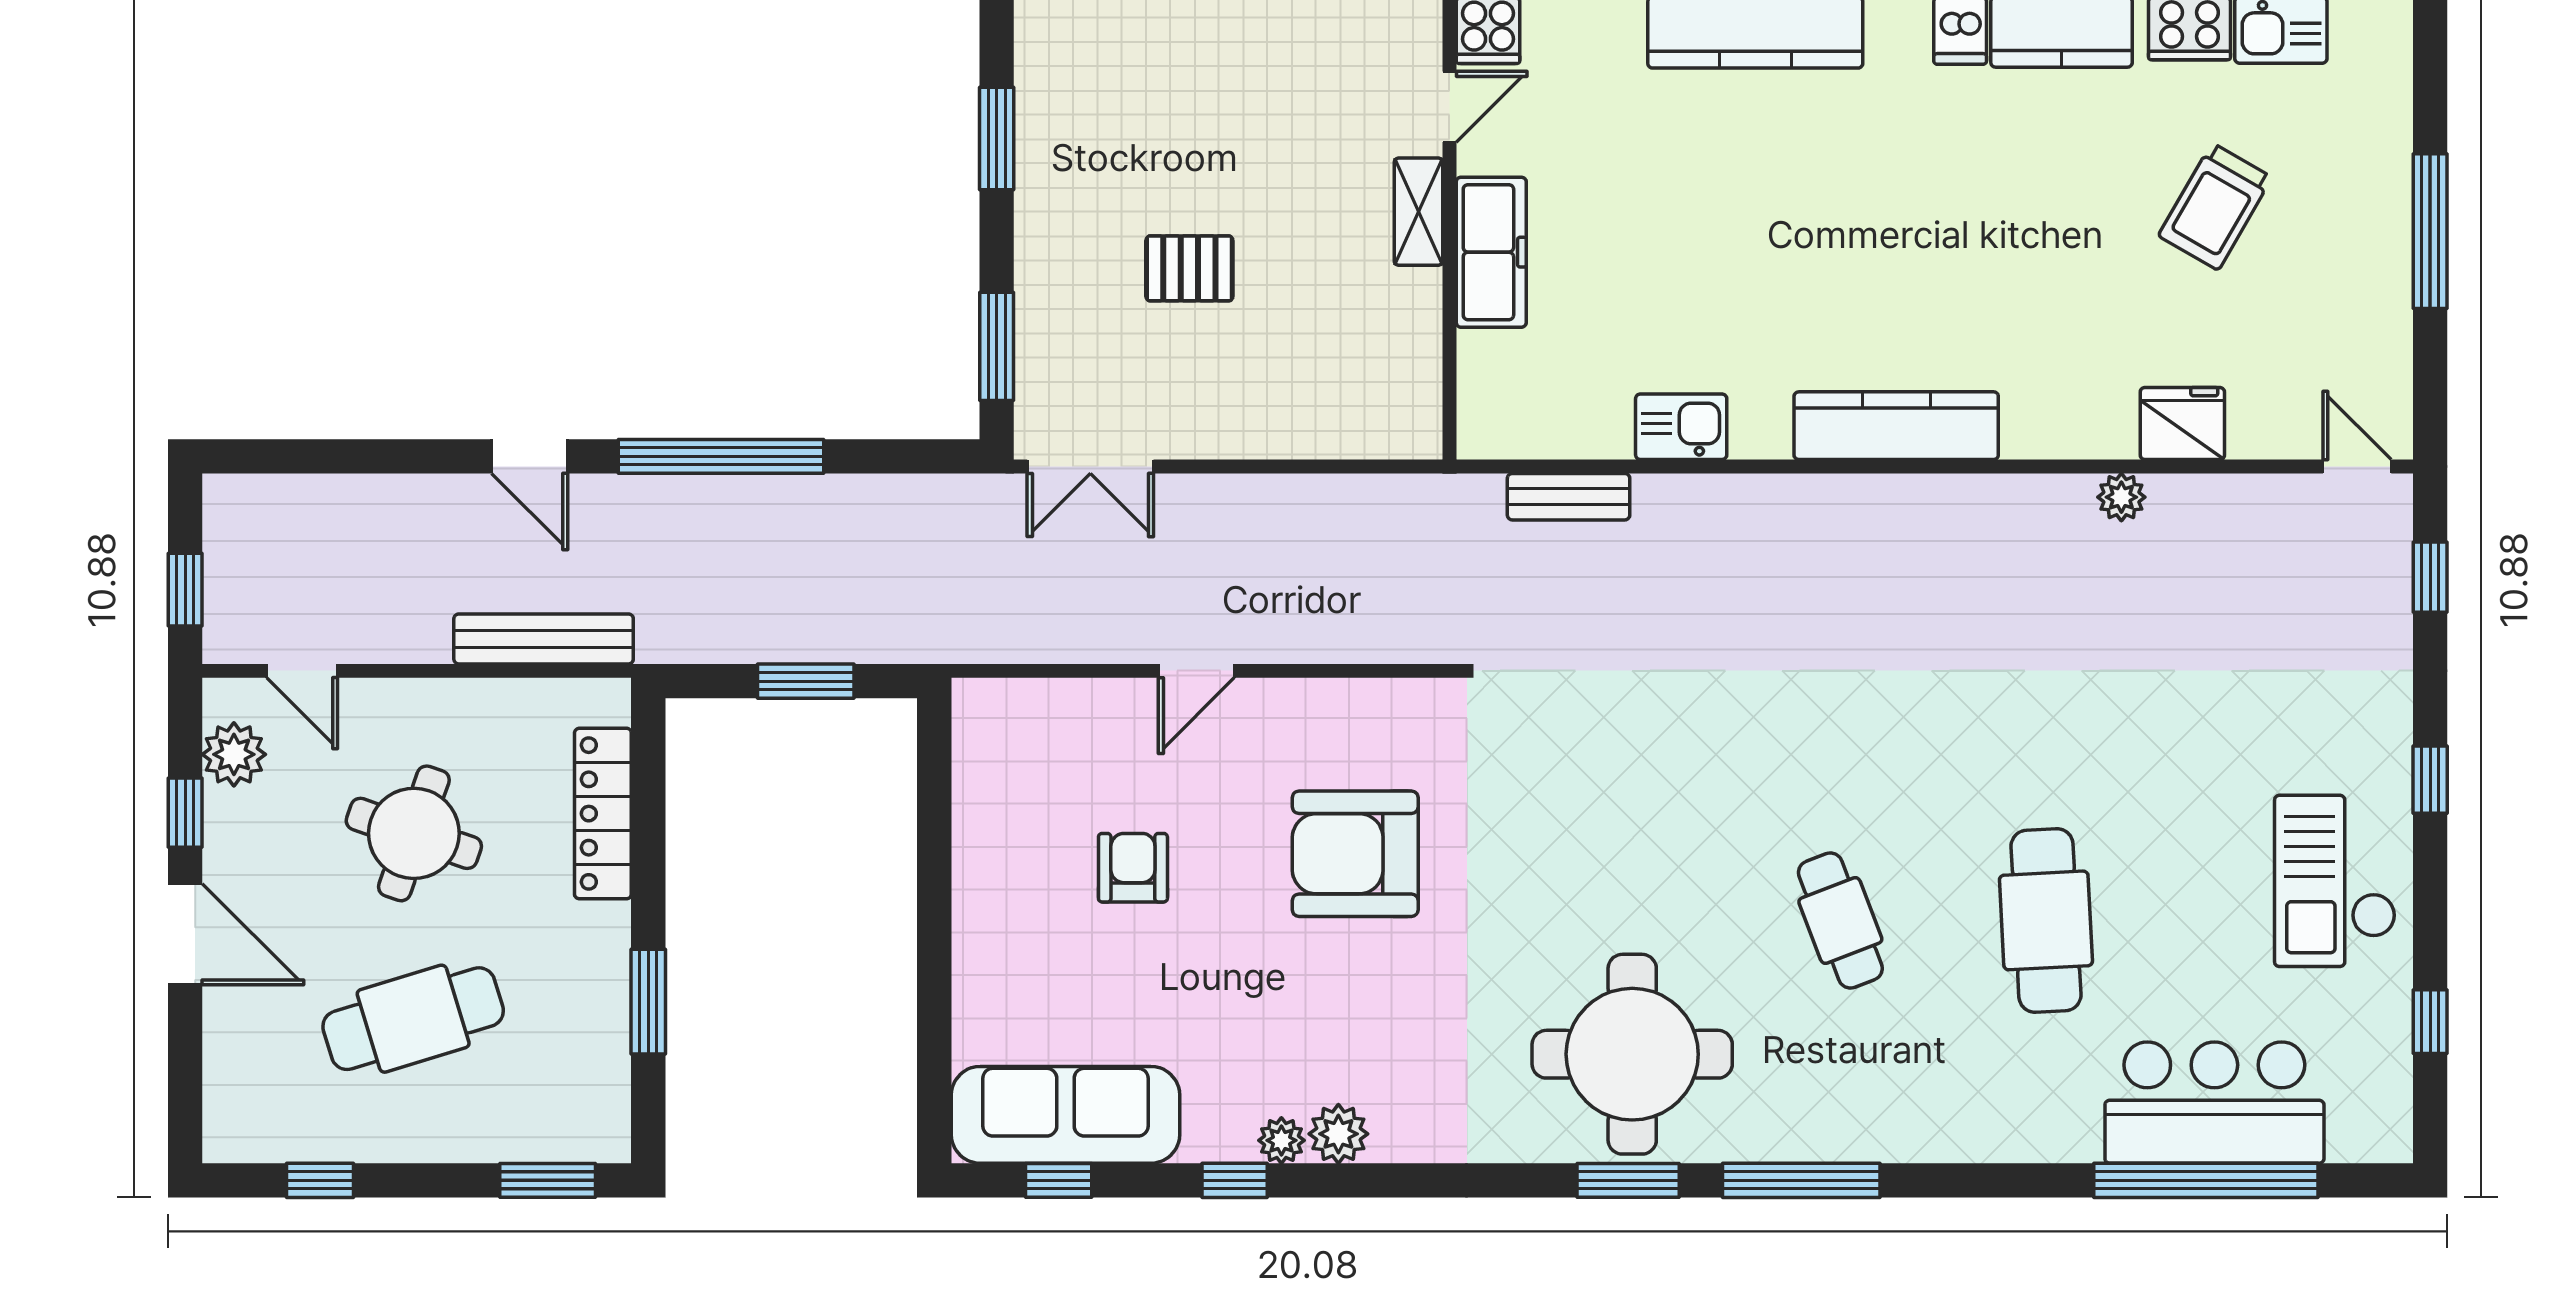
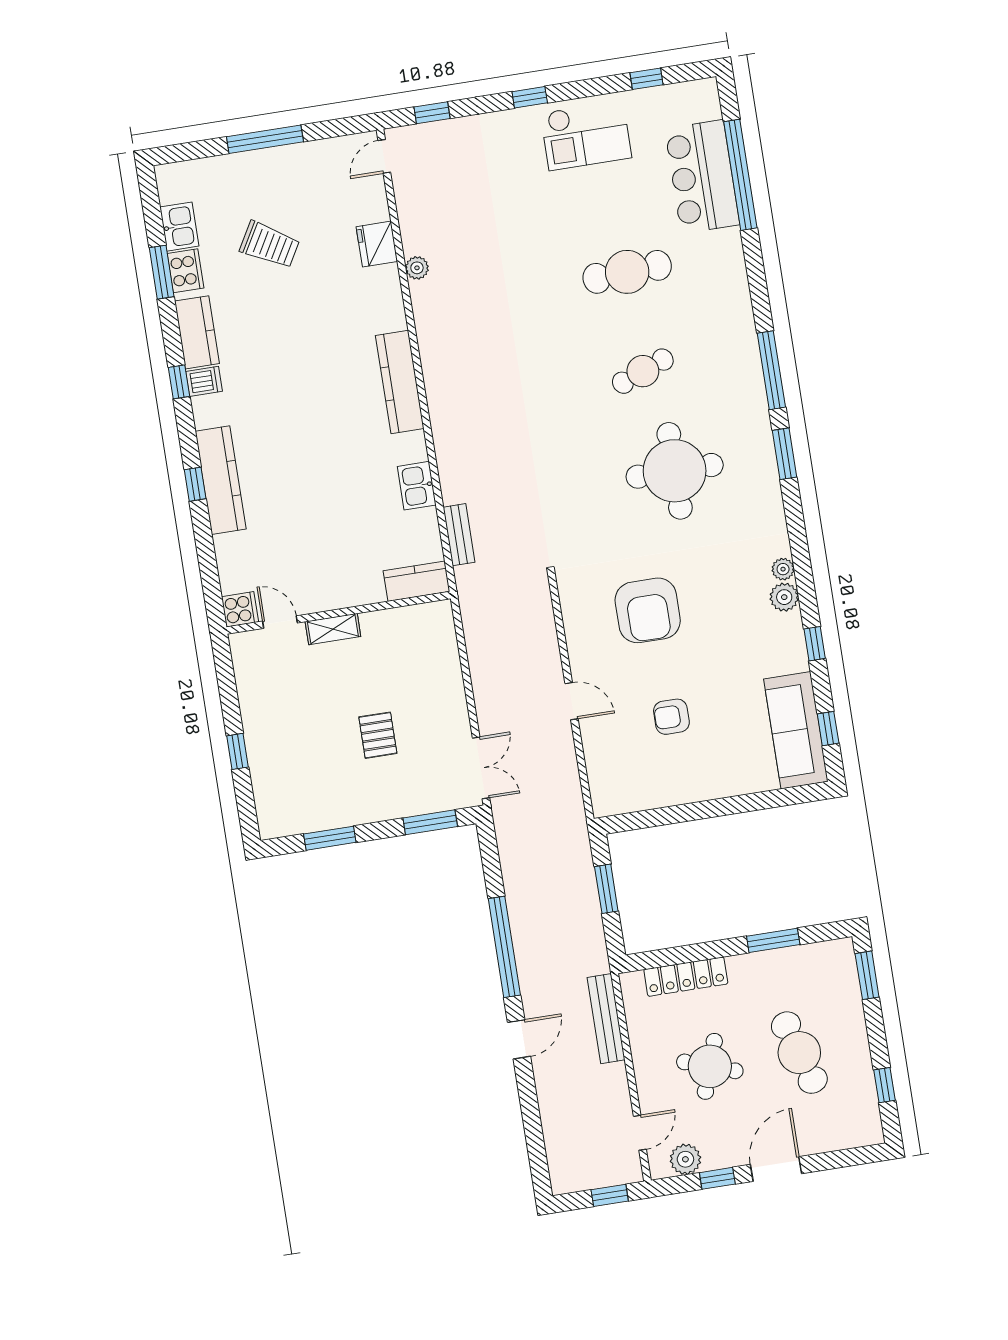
freezer: (1491, 252) -> (347, 591), removed
kitchen counter: (1488, 396) -> (416, 581), added
round table: (1632, 1054) -> (675, 471), moved
plant: (1281, 1140) -> (783, 569), moved

